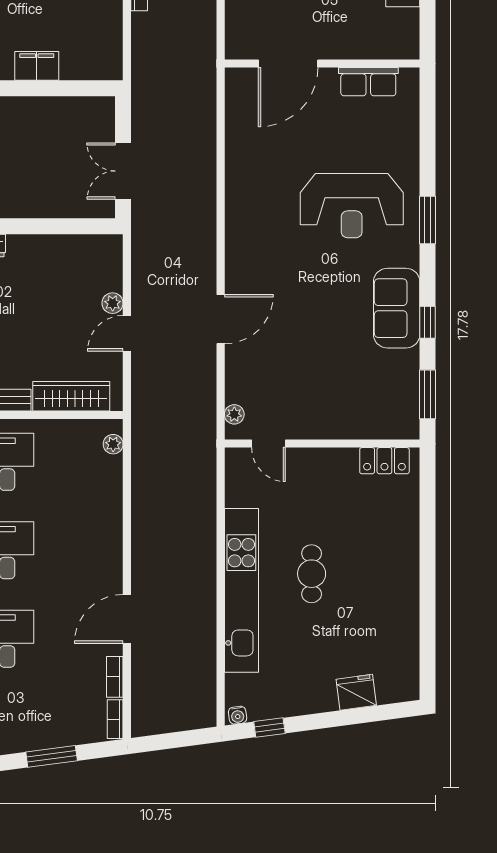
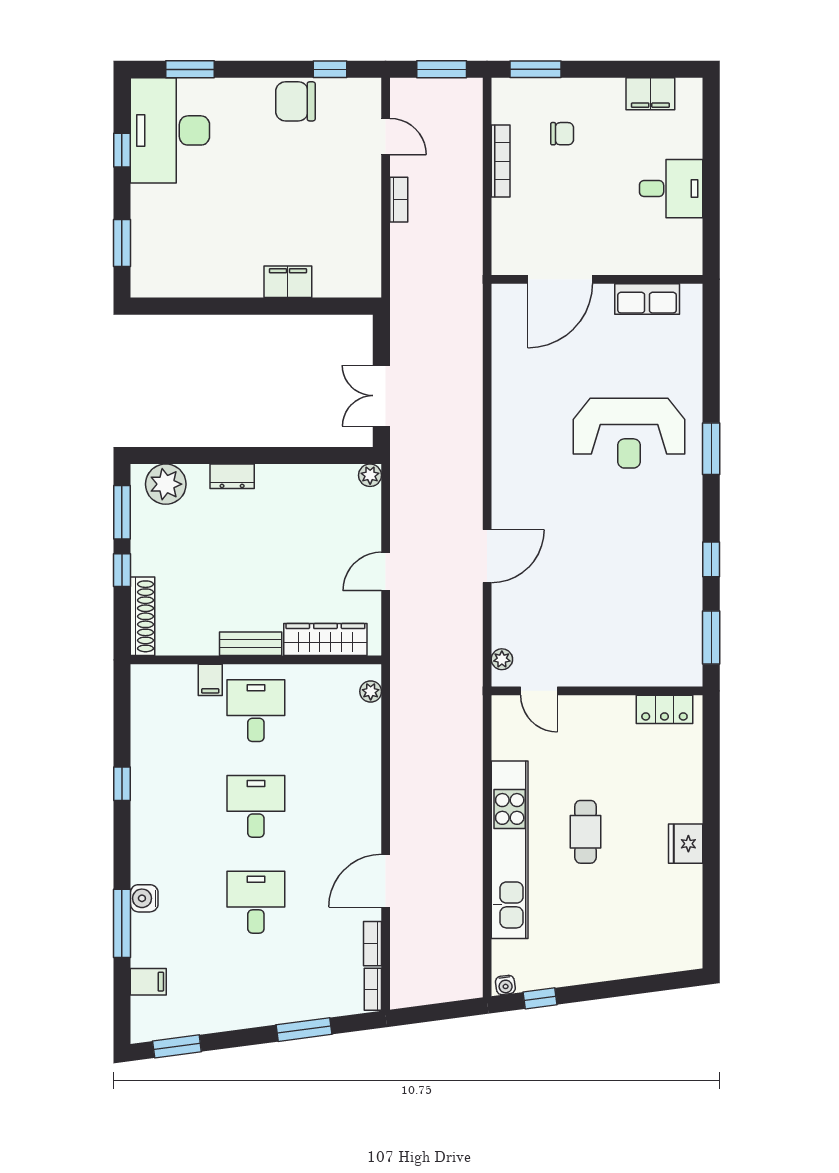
plant: (113, 303) -> (370, 475), moved
sofa: (397, 308) -> (678, 544), removed
fridge: (356, 692) -> (686, 844), moved, turned -82

